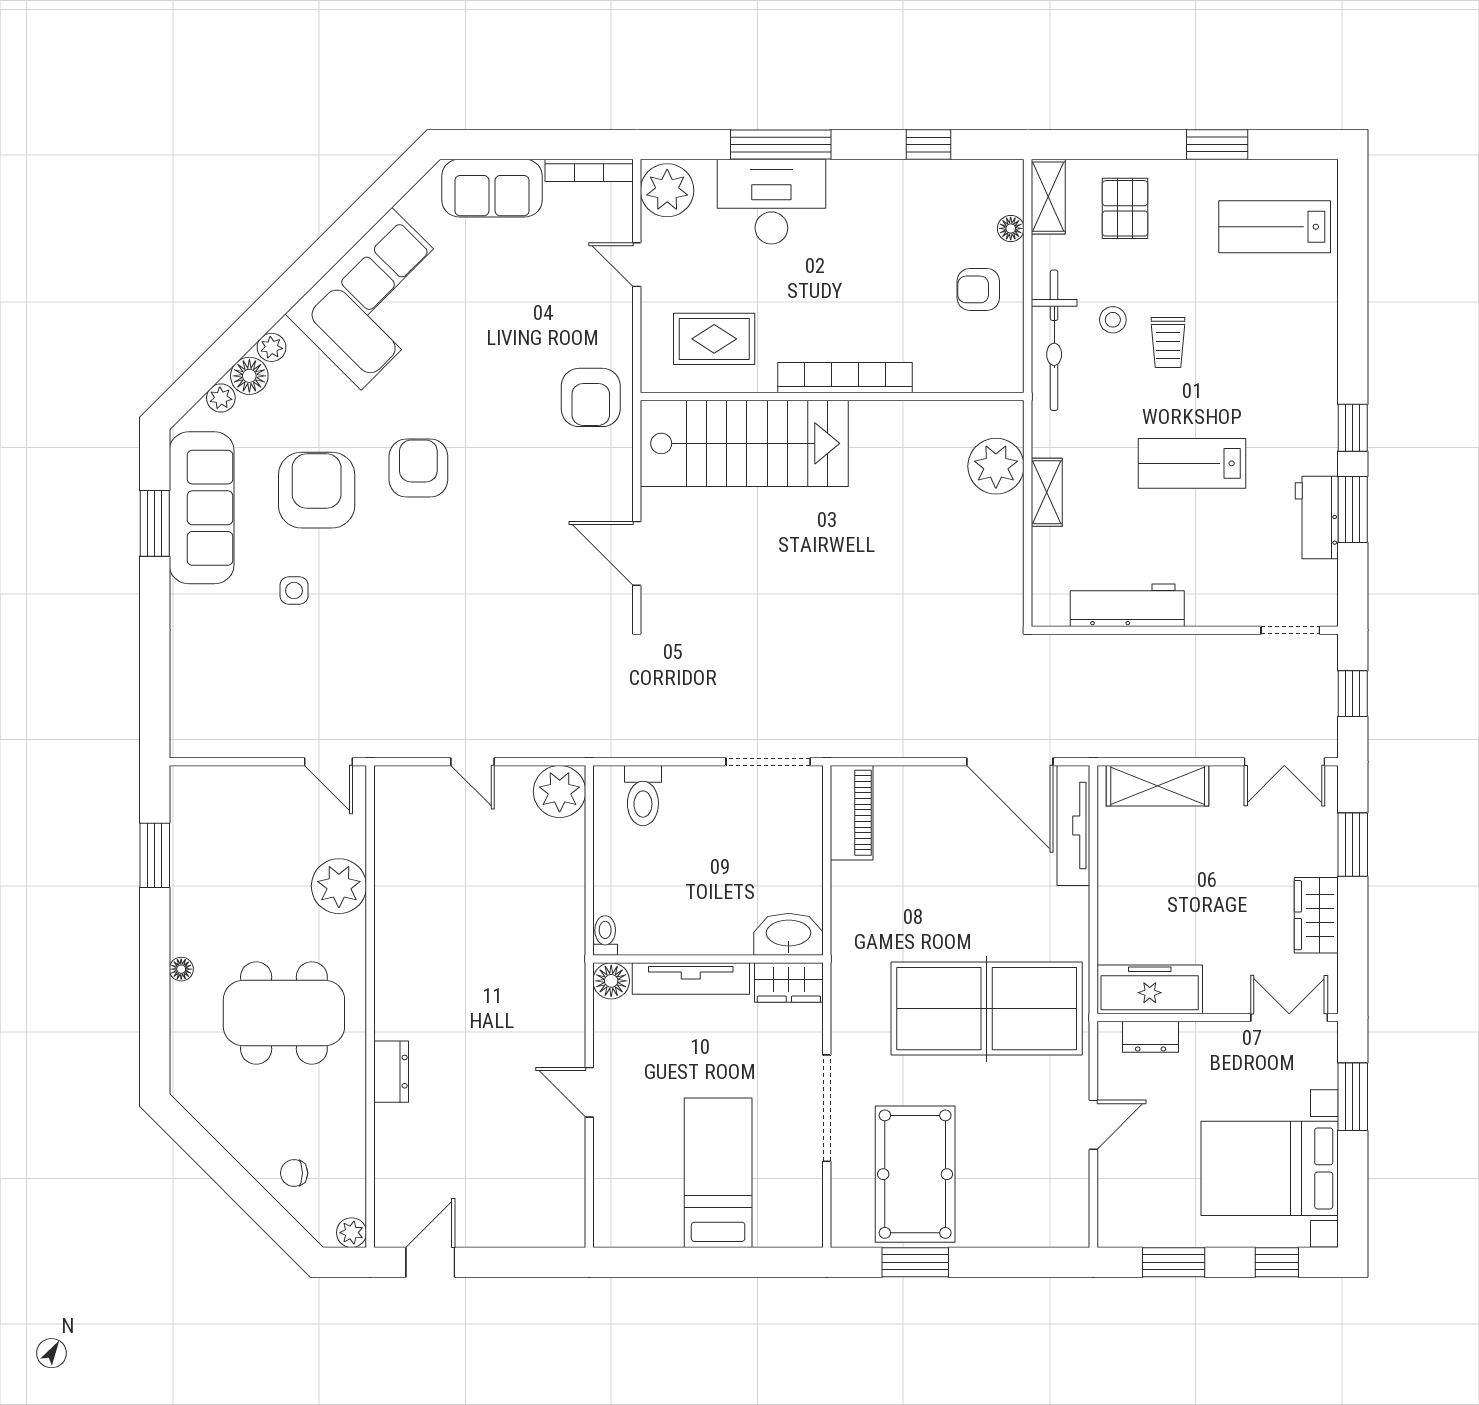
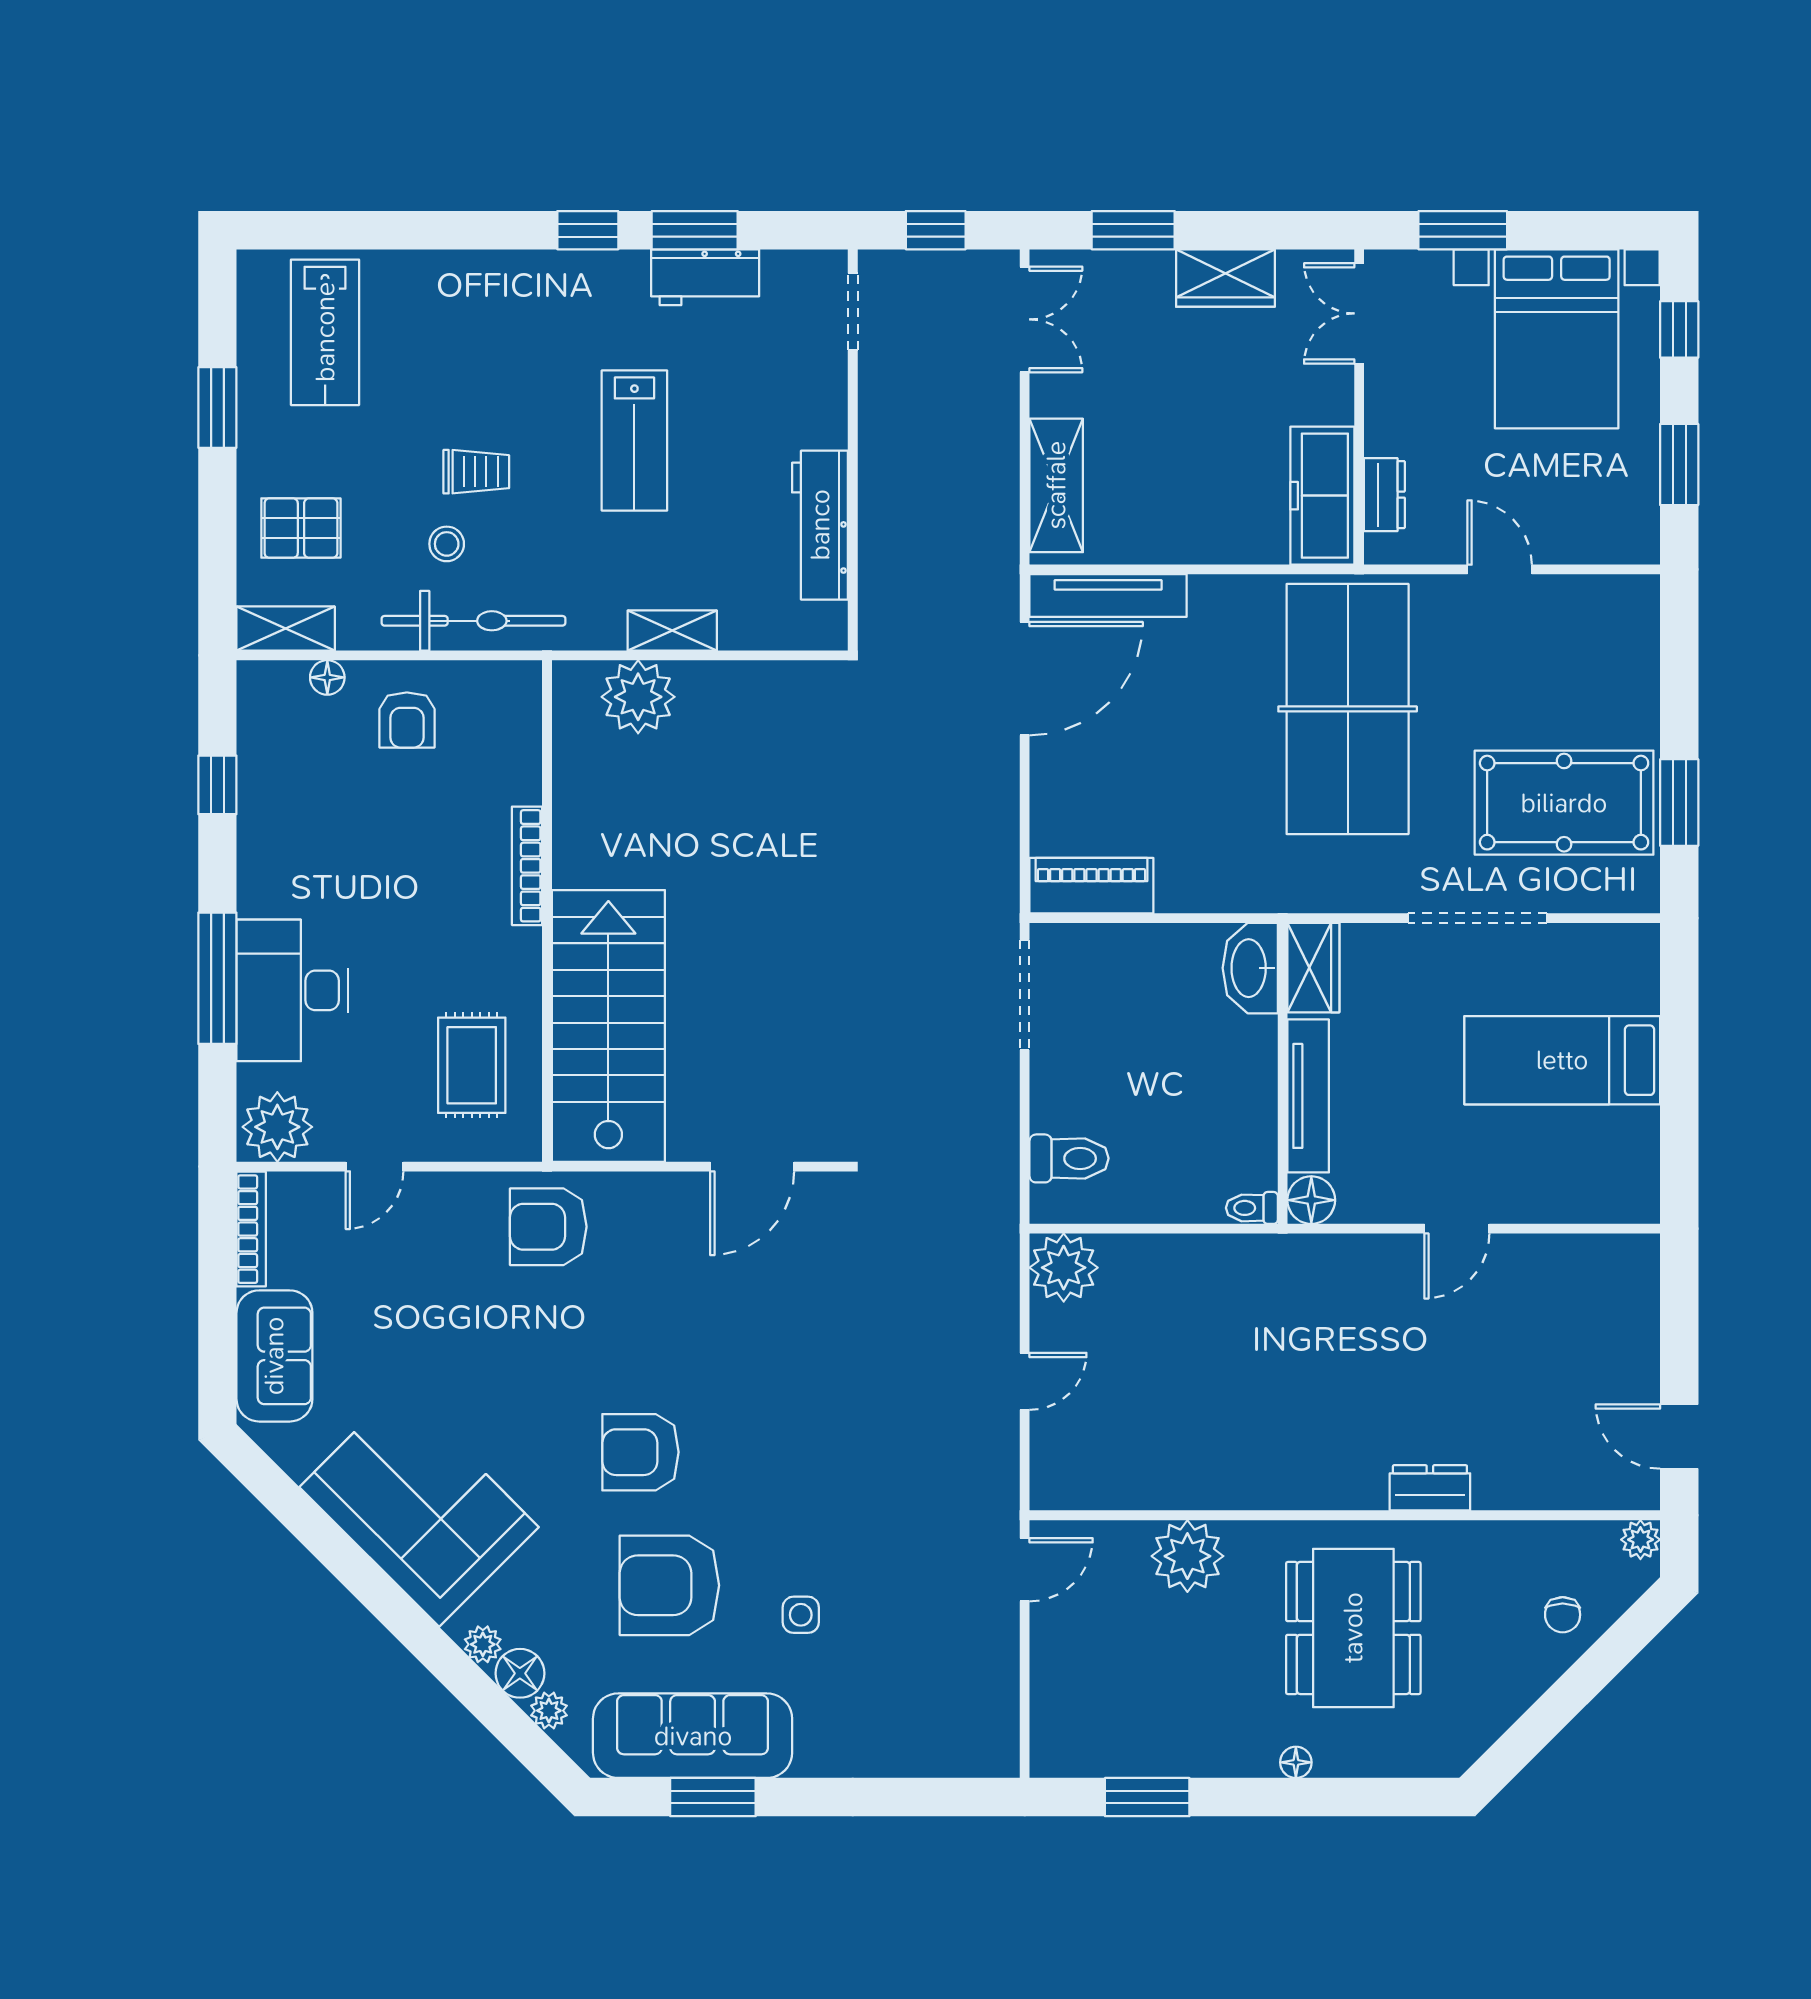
bookcase: (845, 378) -> (527, 866), width x0.68, depth x0.76
armchair: (591, 397) -> (548, 1227), turned 180

